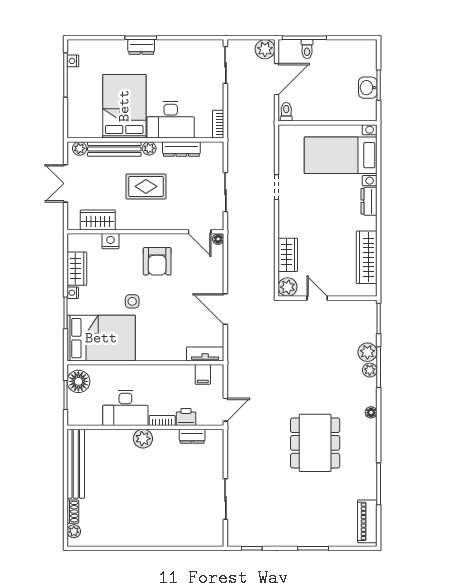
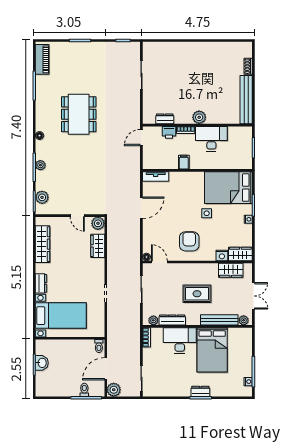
plant: (149, 148) -> (153, 320), moved
wardrobe: (77, 269) -> (240, 254), moved, turned 90
door: (225, 309) -> (141, 208), hinge flipped
plant: (367, 352) -> (42, 197), moved
filing cabinet: (203, 374) -> (184, 162), moved
floor lamp: (78, 381) -> (244, 157), removed
plant: (74, 531) -> (248, 52), removed

